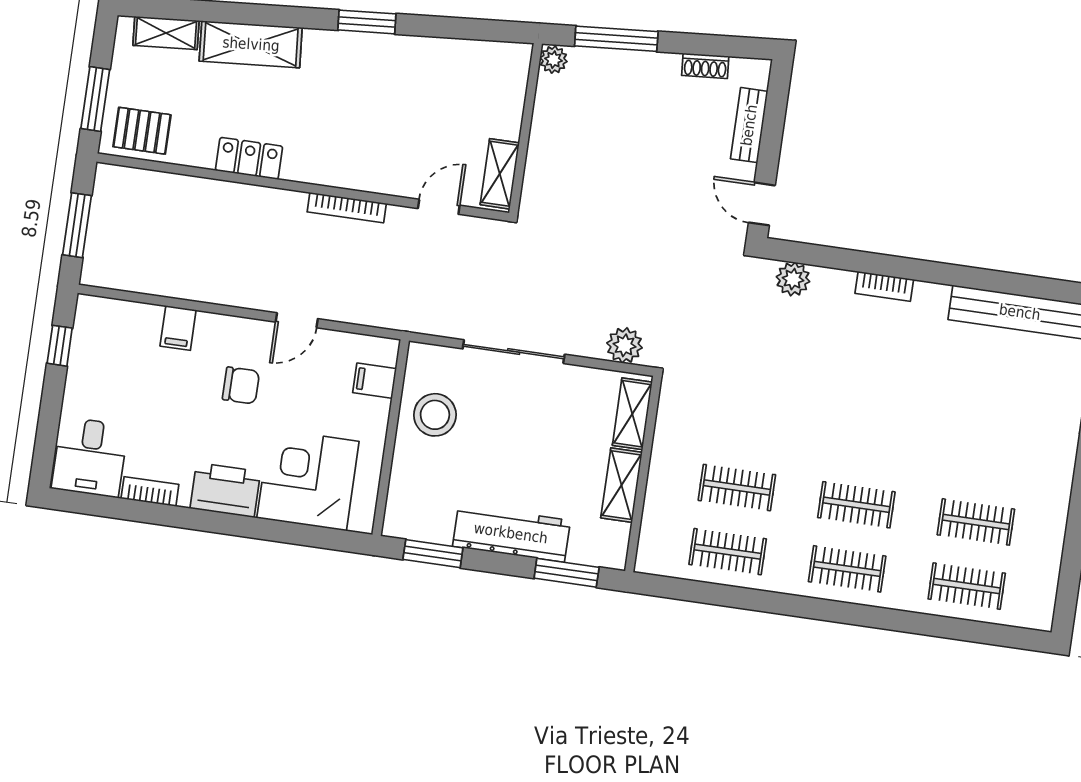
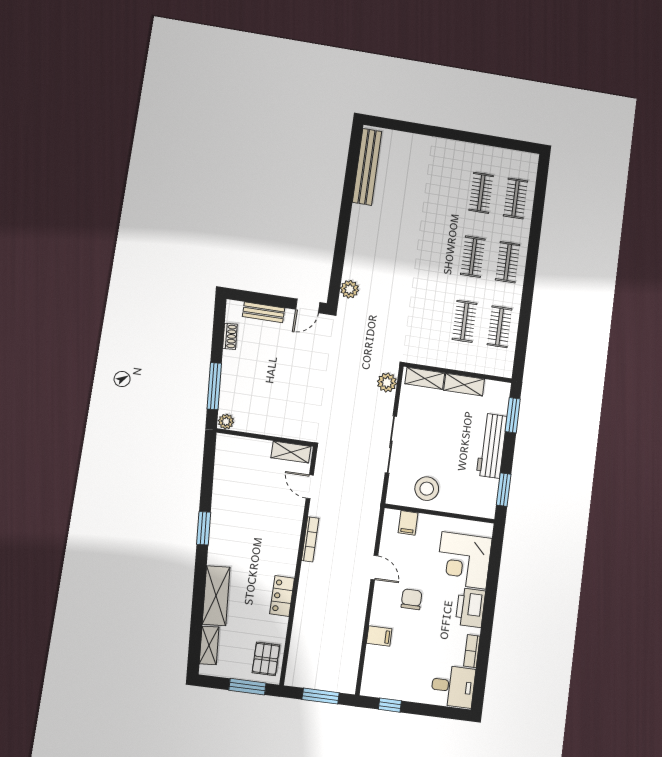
bookcase: (884, 286) -> (353, 240), removed

